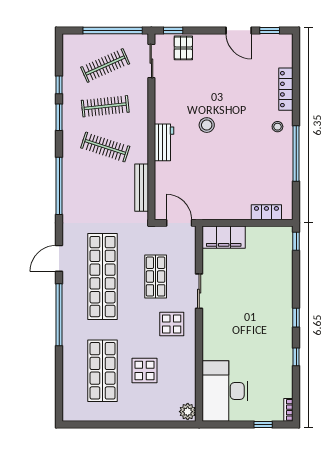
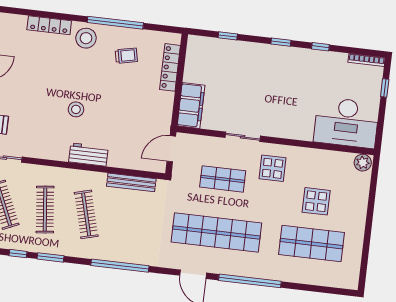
stool: (277, 127) -> (86, 38), width x1.89, depth x1.89
clothes rail: (105, 147) -> (86, 214), turned -33
trolley: (265, 168) -> (126, 56), added
locker: (266, 212) -> (170, 67), width x1.53
window: (296, 241) -> (228, 36), moved
bookcase: (288, 410) -> (367, 60), width x1.56

